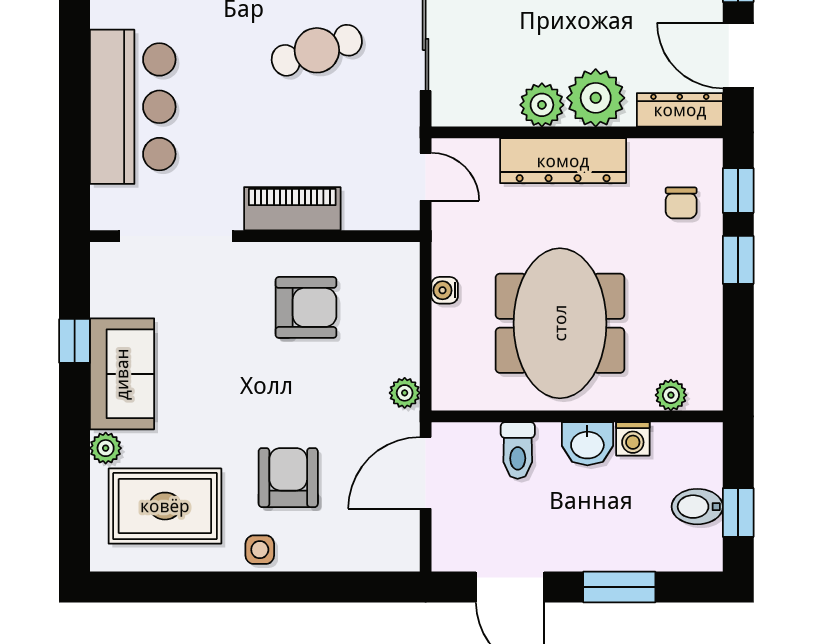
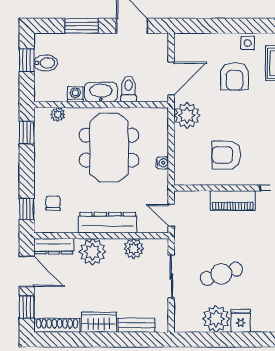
plant: (542, 105) -> (134, 249), moved
window: (738, 260) -> (27, 133), moved
plant: (405, 393) -> (187, 115), width x1.87, depth x1.87
washbasin: (587, 444) -> (101, 92), width x1.38

